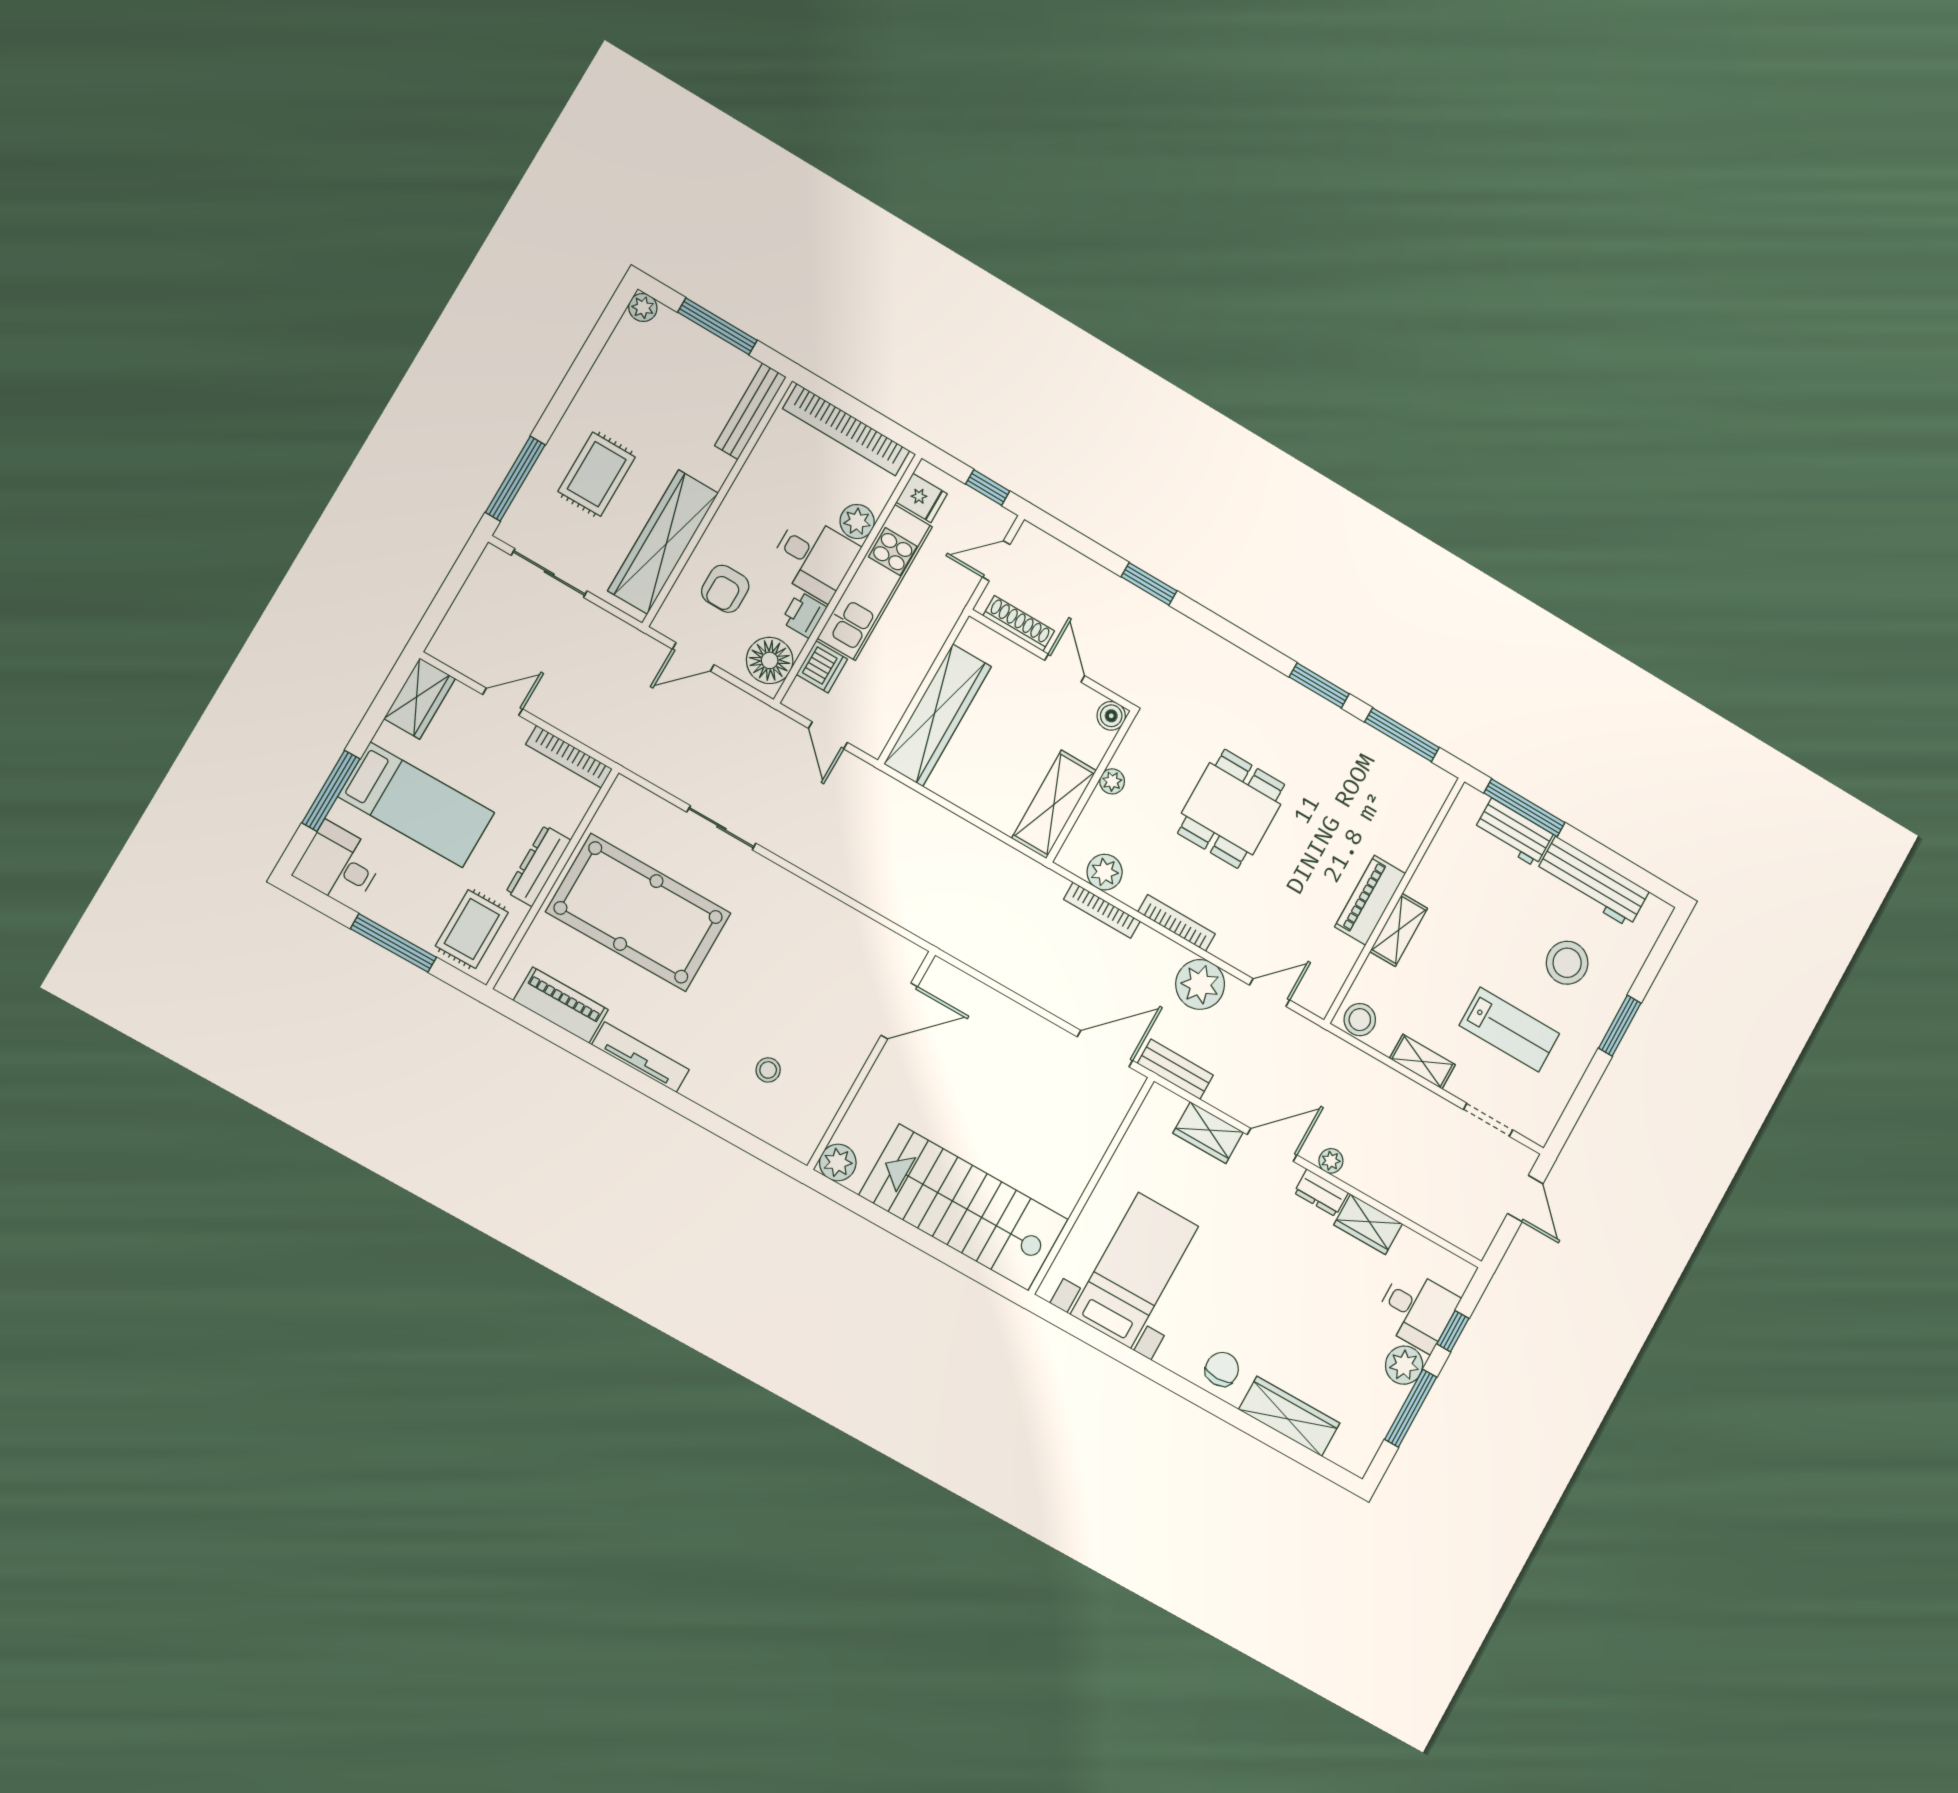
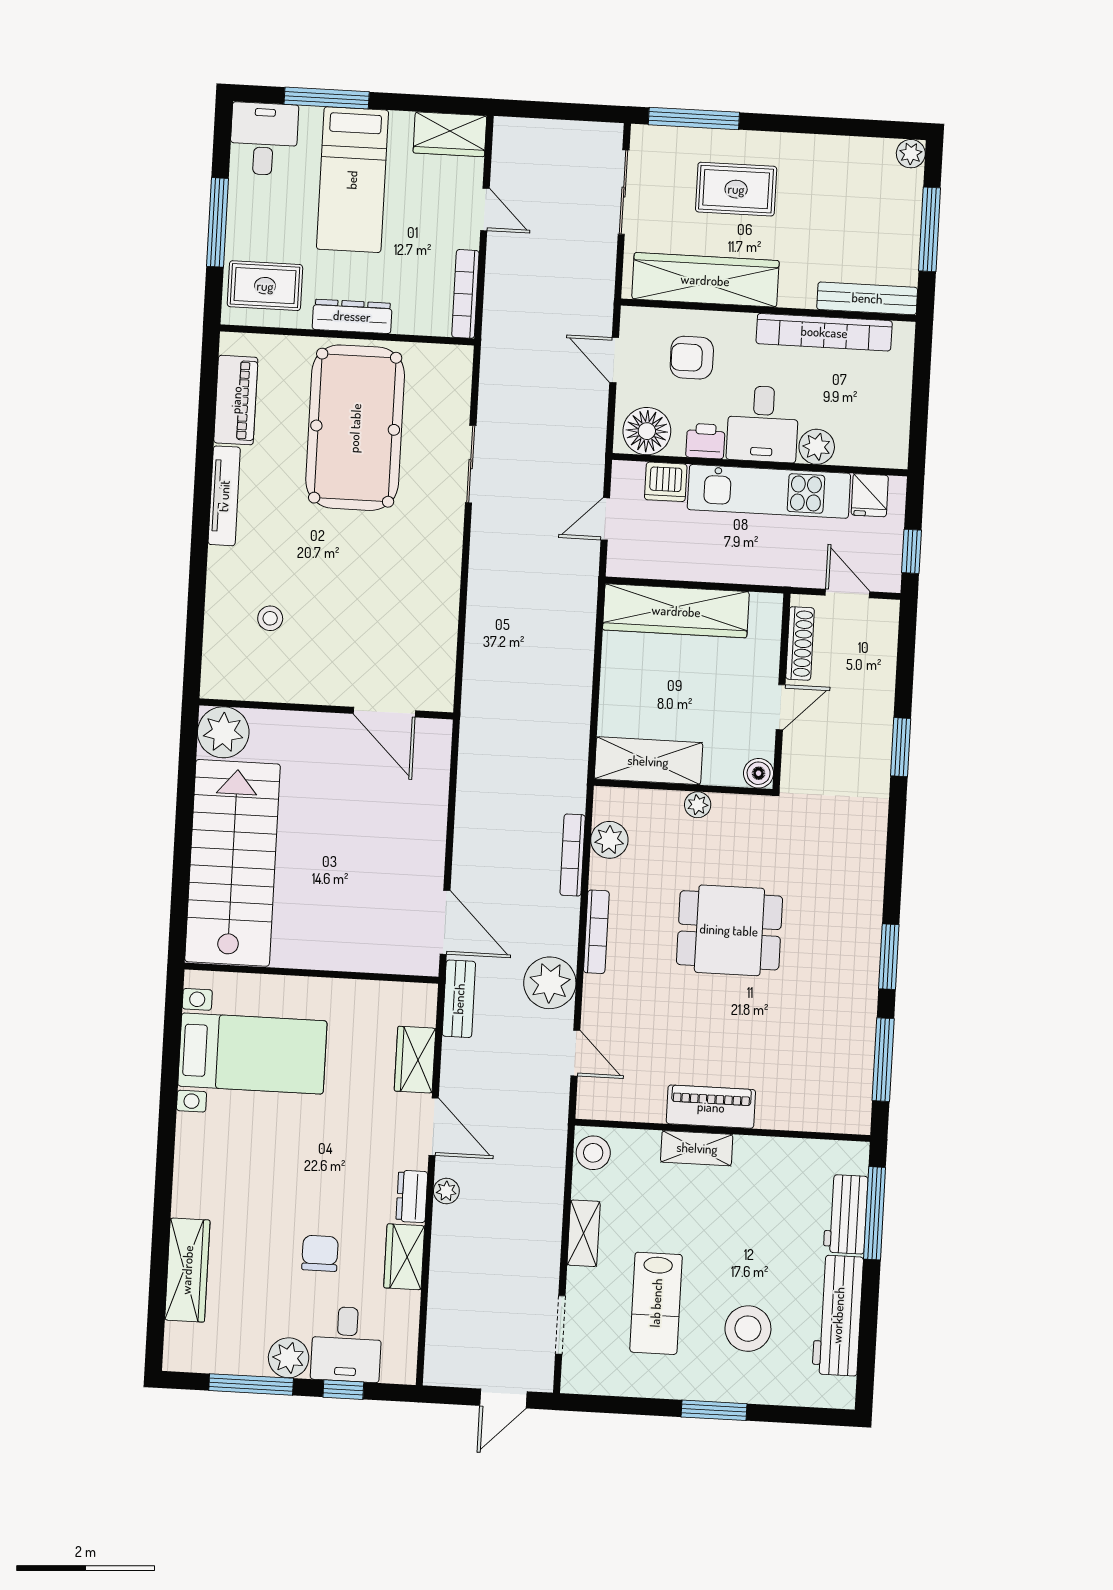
bookcase: (846, 430) -> (824, 332), moved, turned -90
plant: (838, 1163) -> (223, 732), width x1.36, depth x1.36
chair: (1222, 1369) -> (320, 1253), moved, turned -90

